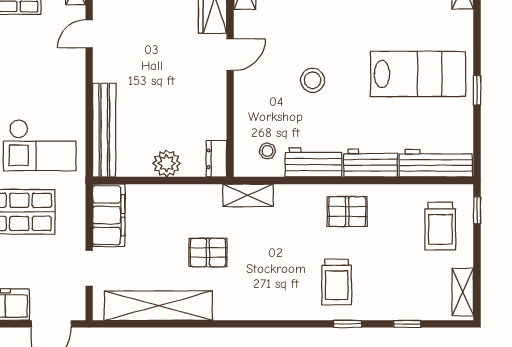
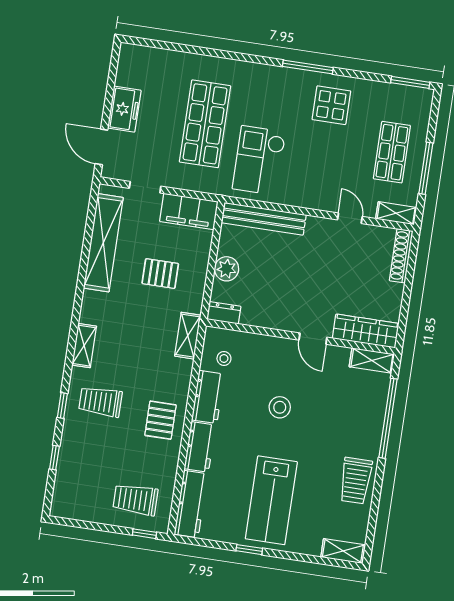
pallet: (208, 253) -> (160, 274), moved, turned 90
shelving: (463, 292) -> (84, 346), moved, turned 90

